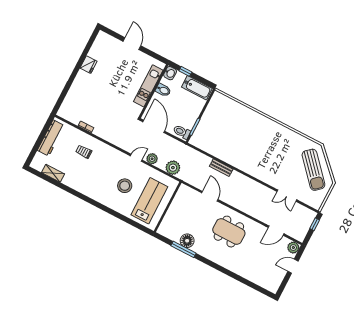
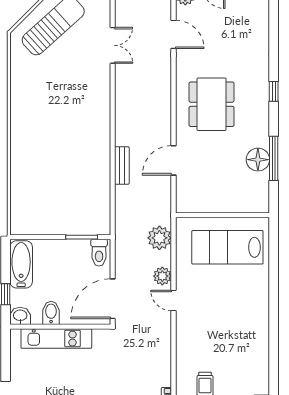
stool: (125, 186) -> (224, 296), removed
window: (219, 268) -> (274, 91), added

